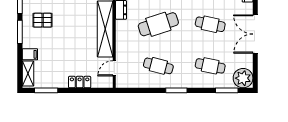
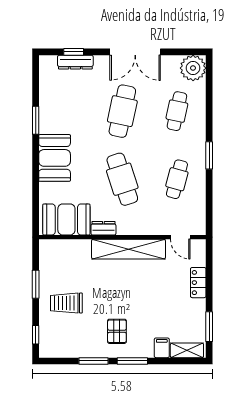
cafe table: (210, 24) -> (122, 111), width x1.37, depth x1.35
window: (227, 90) -> (209, 89), removed

